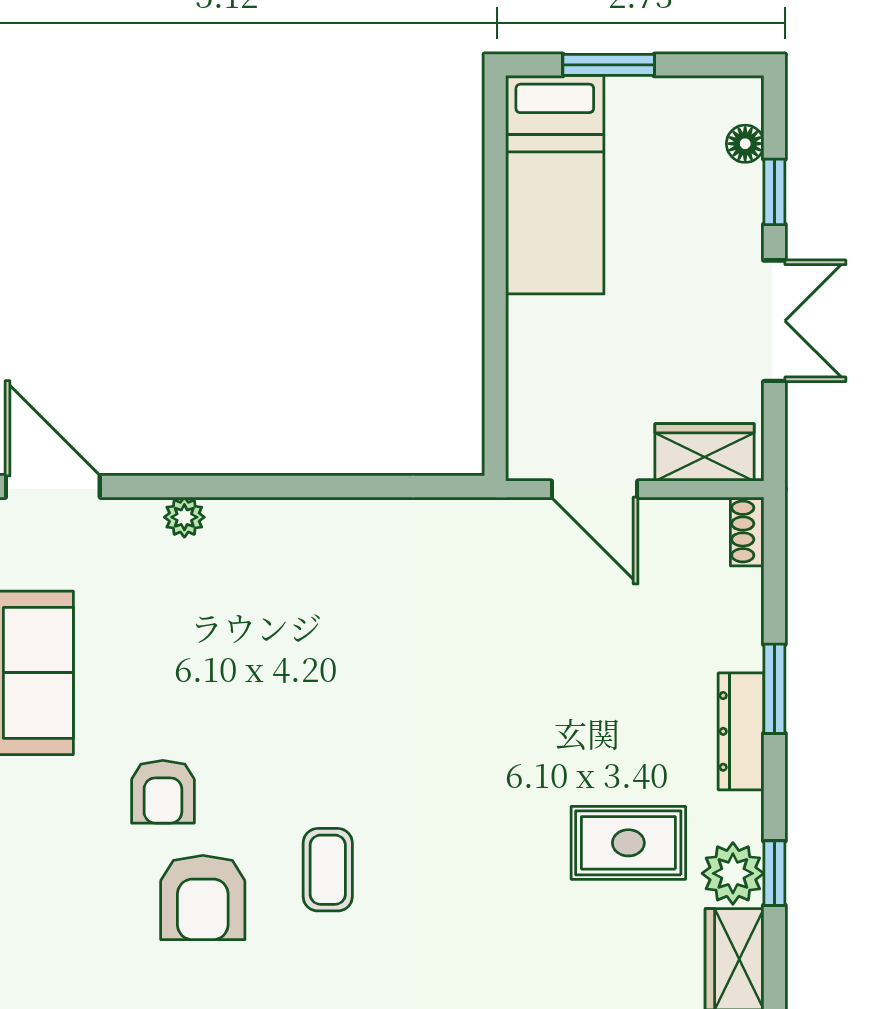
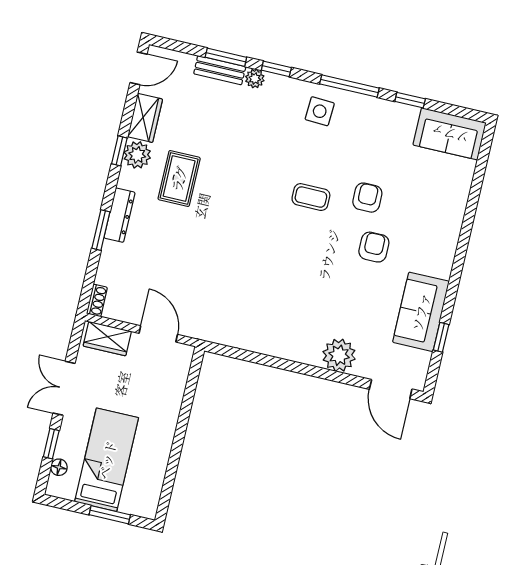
bed: (555, 185) -> (107, 460), moved
plant: (184, 517) -> (339, 355), width x1.88, depth x1.88
rug: (628, 843) -> (179, 179), turned 90
coffee table: (328, 870) -> (311, 197), turned 90
armchair: (203, 898) -> (367, 198), width x0.72, depth x0.72

